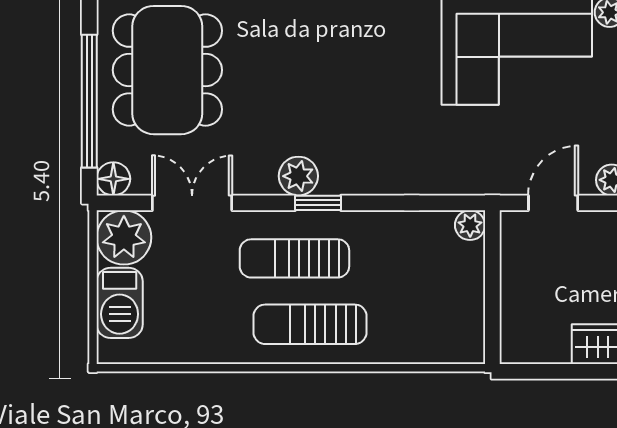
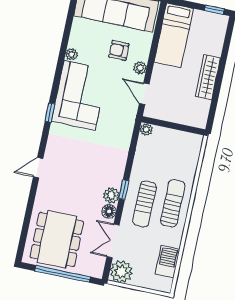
dining table: (167, 70) -> (57, 239), turned 90
floor lamp: (113, 179) -> (109, 211), moved
barbecue: (120, 303) -> (167, 262), moved, turned -90
sun lounger: (310, 324) -> (173, 203), turned 180

